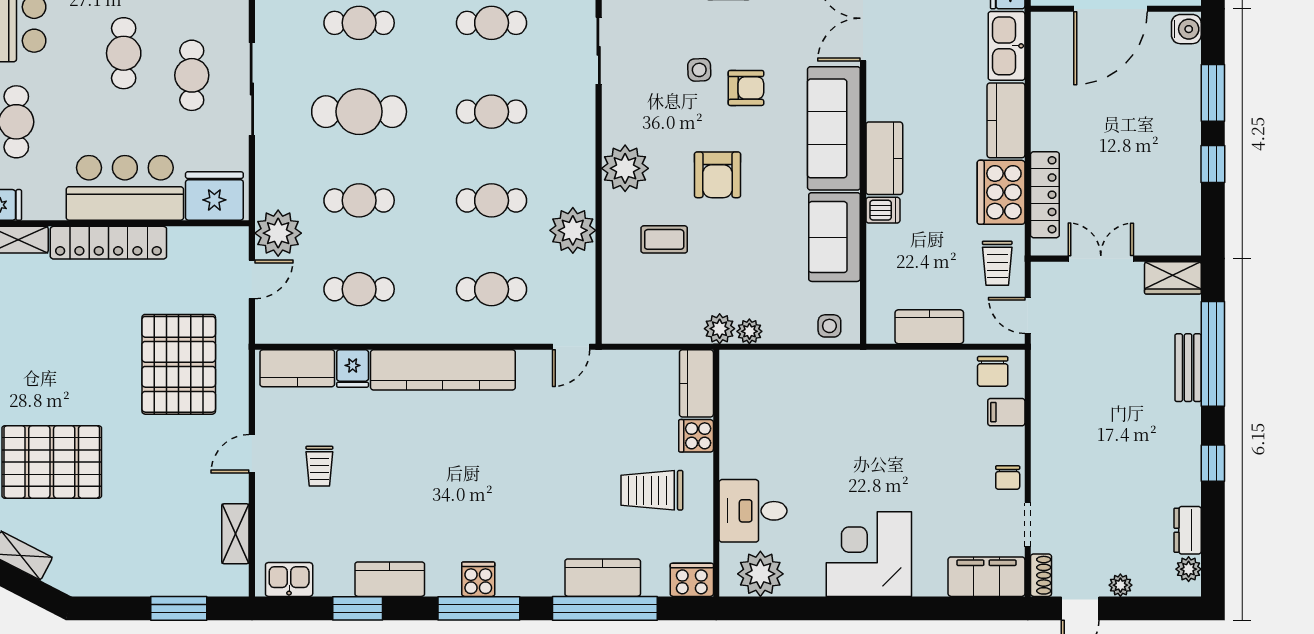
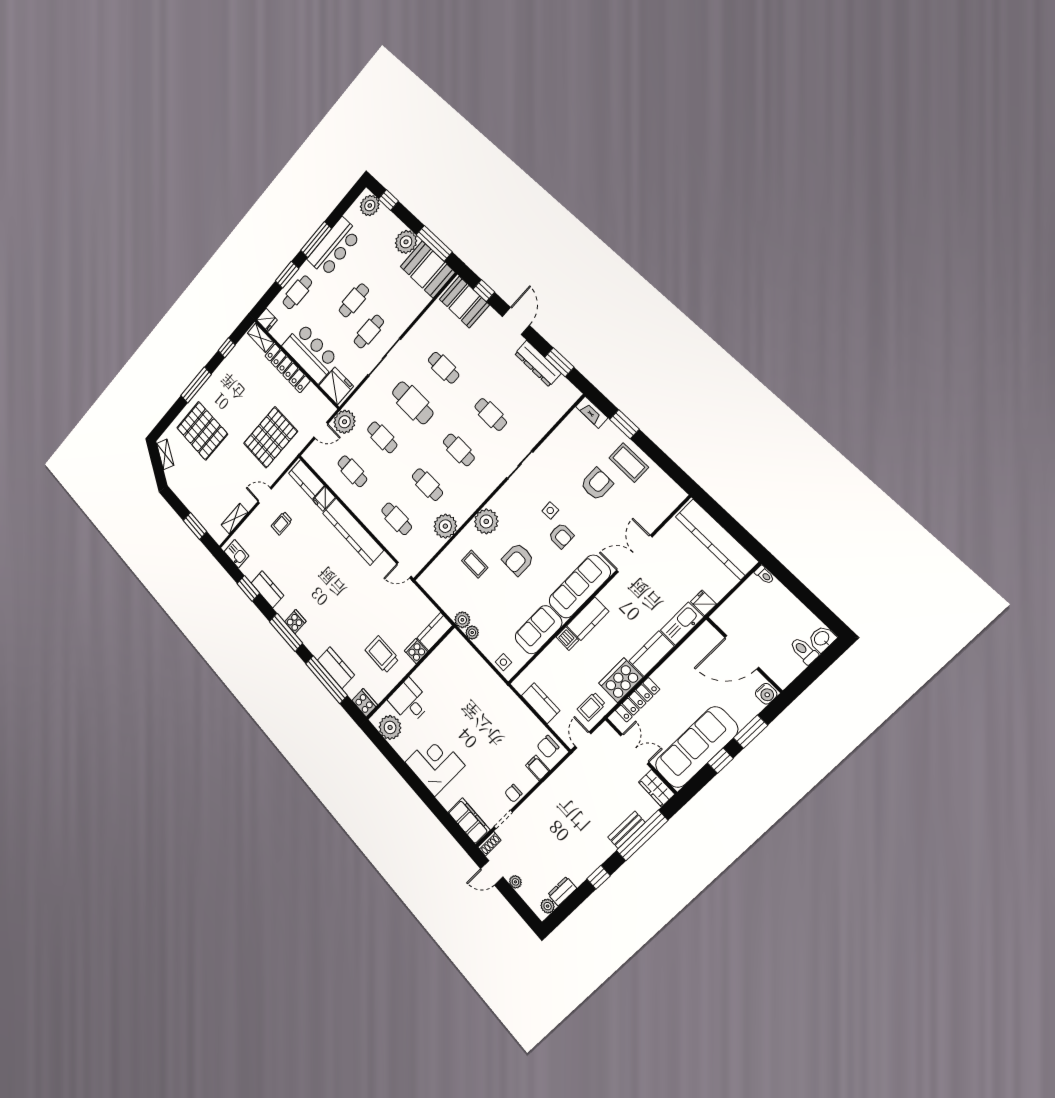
sofa: (1170, 178) -> (696, 747), added

